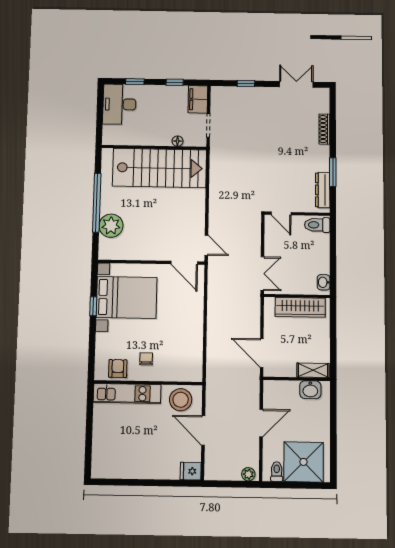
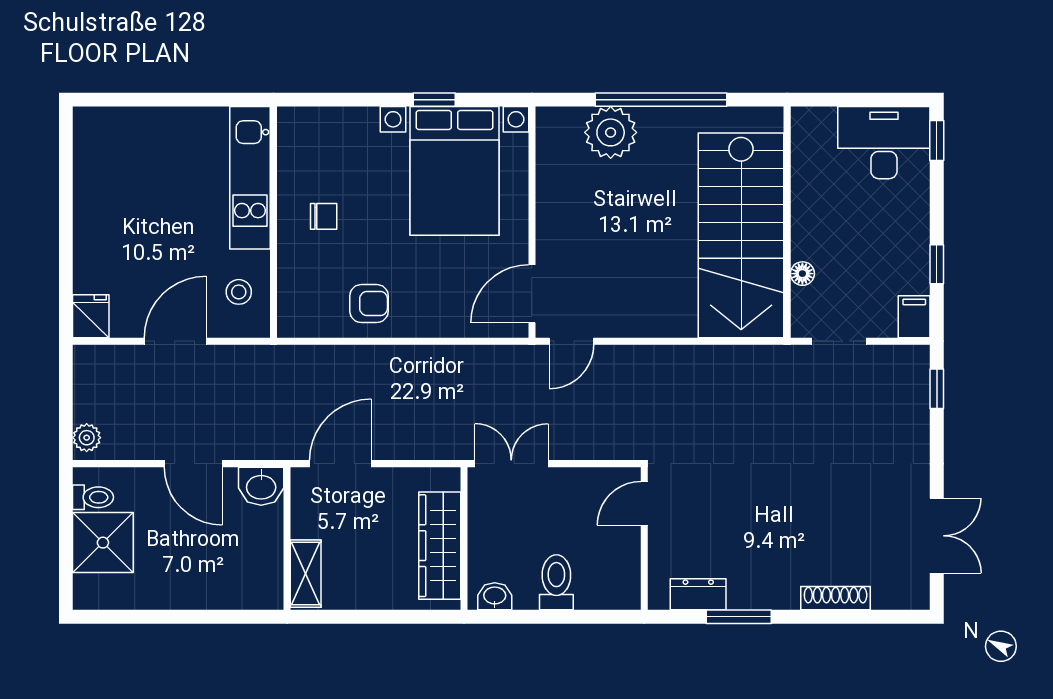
window: (135, 82) -> (937, 140), moved
window: (246, 84) -> (937, 389), moved
filing cabinet: (198, 99) -> (914, 317), width x0.50
dresser: (323, 190) -> (698, 594), width x0.70
toilet: (317, 225) -> (556, 582), moved
double door: (262, 274) -> (511, 464), swing flipped
armchair: (118, 368) -> (369, 304), moved
washbasin: (310, 390) -> (261, 486), moved, turned -90
stool: (181, 400) -> (239, 292), width x0.53, depth x0.53
shower: (304, 462) -> (103, 543), width x0.73, depth x0.73

